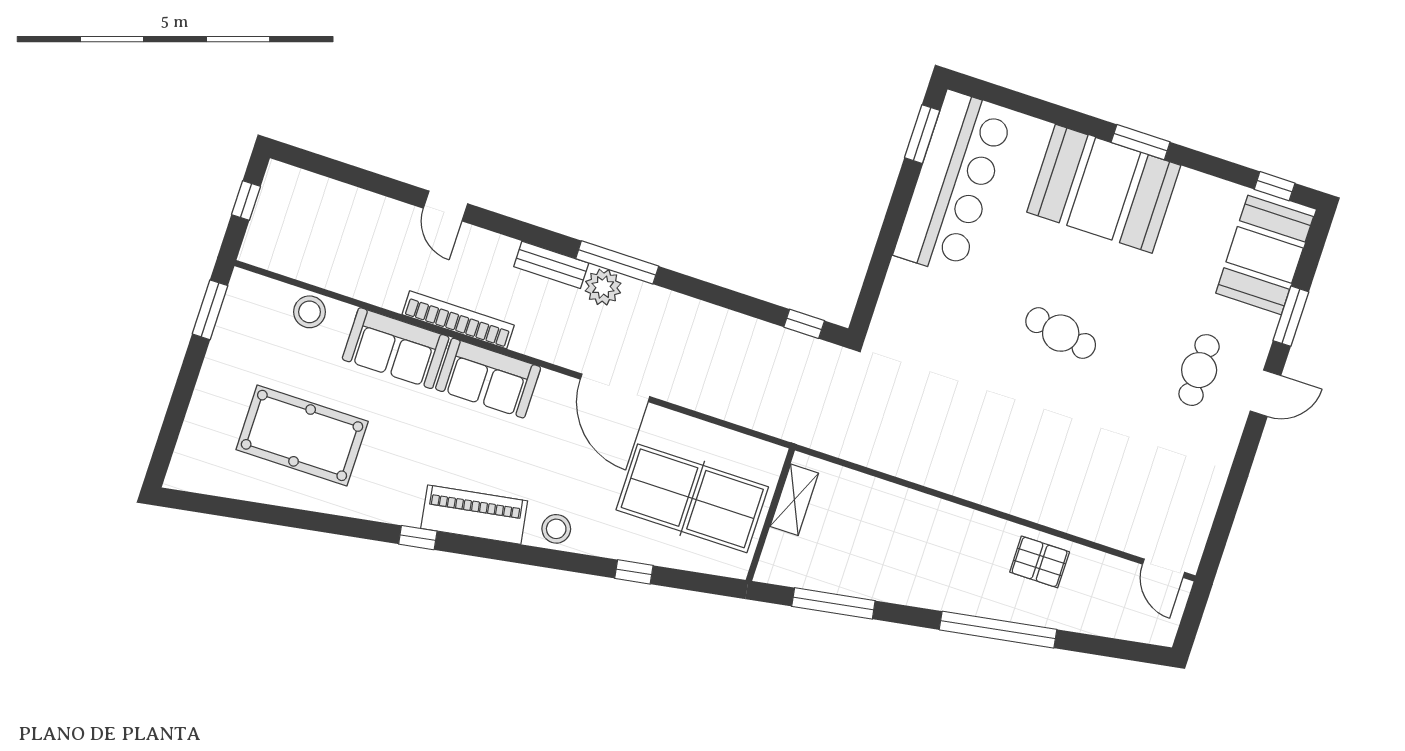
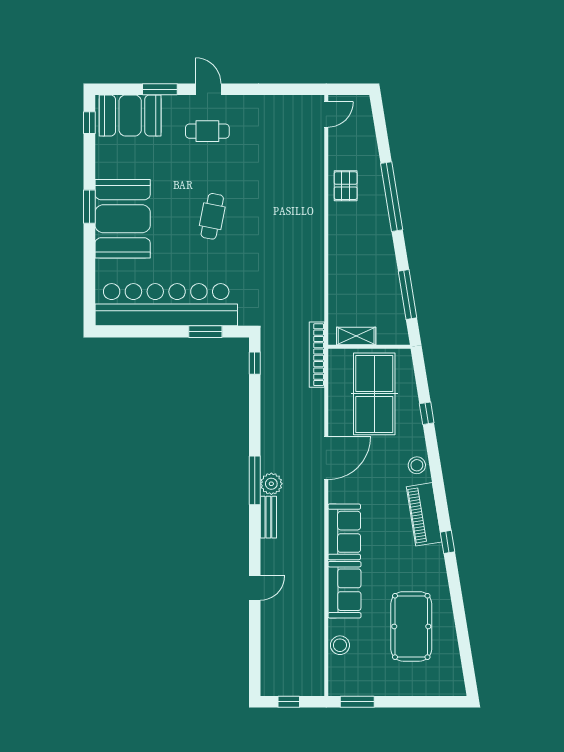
window: (922, 134) -> (205, 332), moved
bar counter: (954, 183) -> (166, 305), width x1.36
bookcase: (458, 320) -> (317, 355), moved

